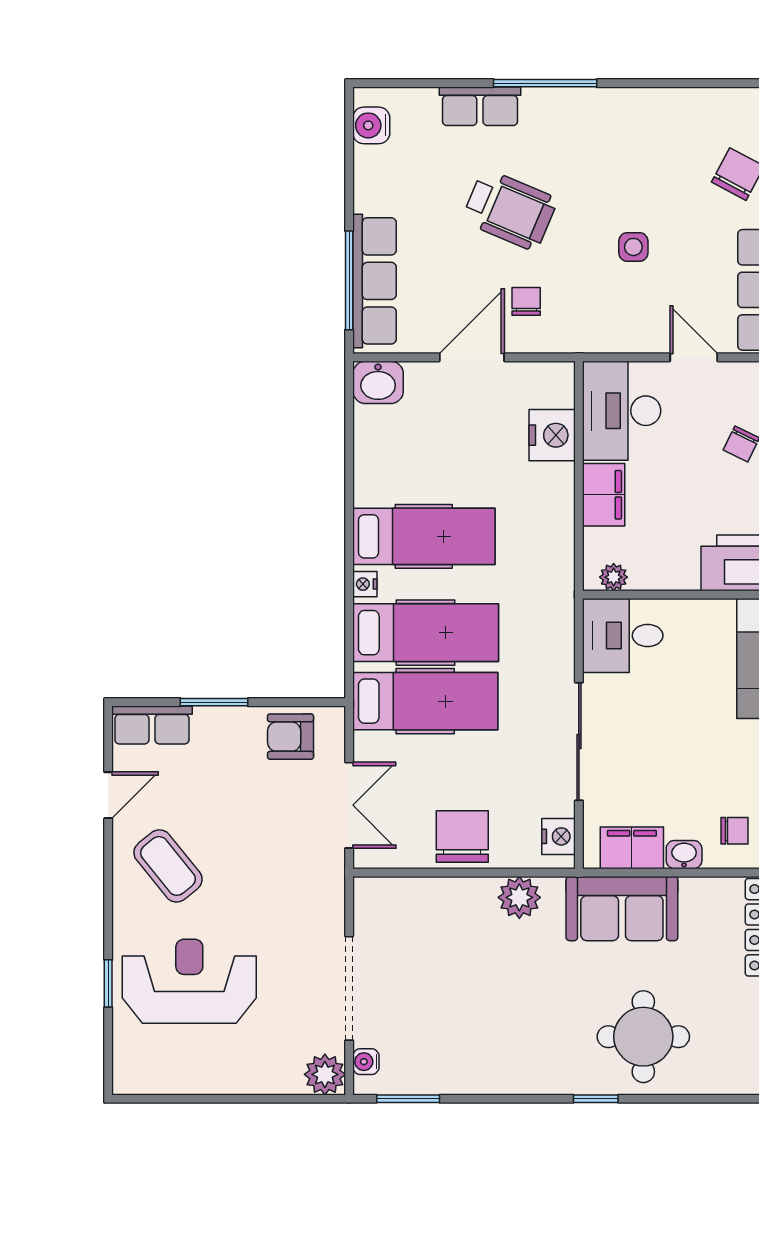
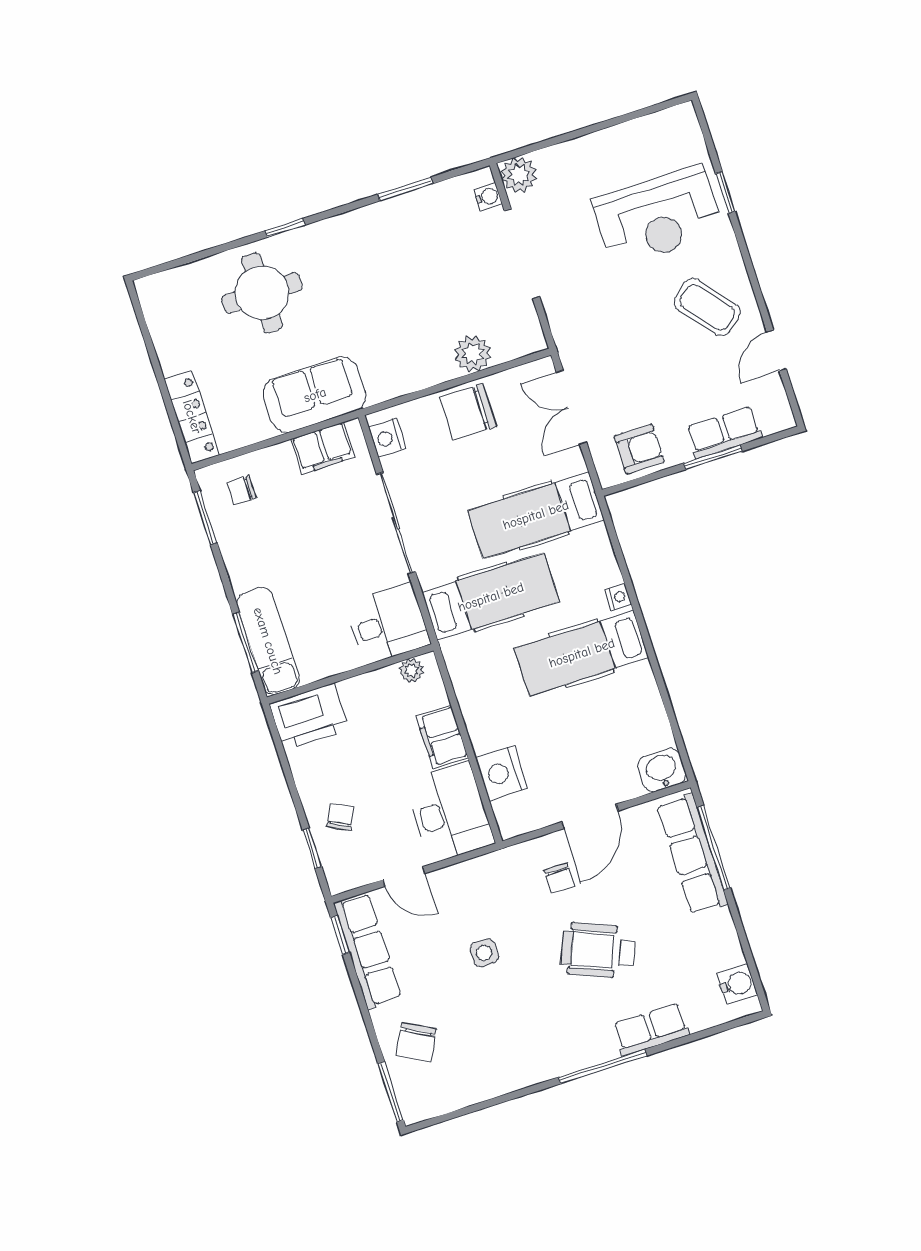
hospital bed: (426, 633) -> (491, 597), moved, turned 180
row of seats: (152, 725) -> (724, 432), moved
chair: (462, 836) -> (468, 412), turned 90
washbasin: (684, 855) -> (277, 457), removed
plant: (519, 897) -> (473, 354), moved
window: (408, 1099) -> (405, 189), moved

